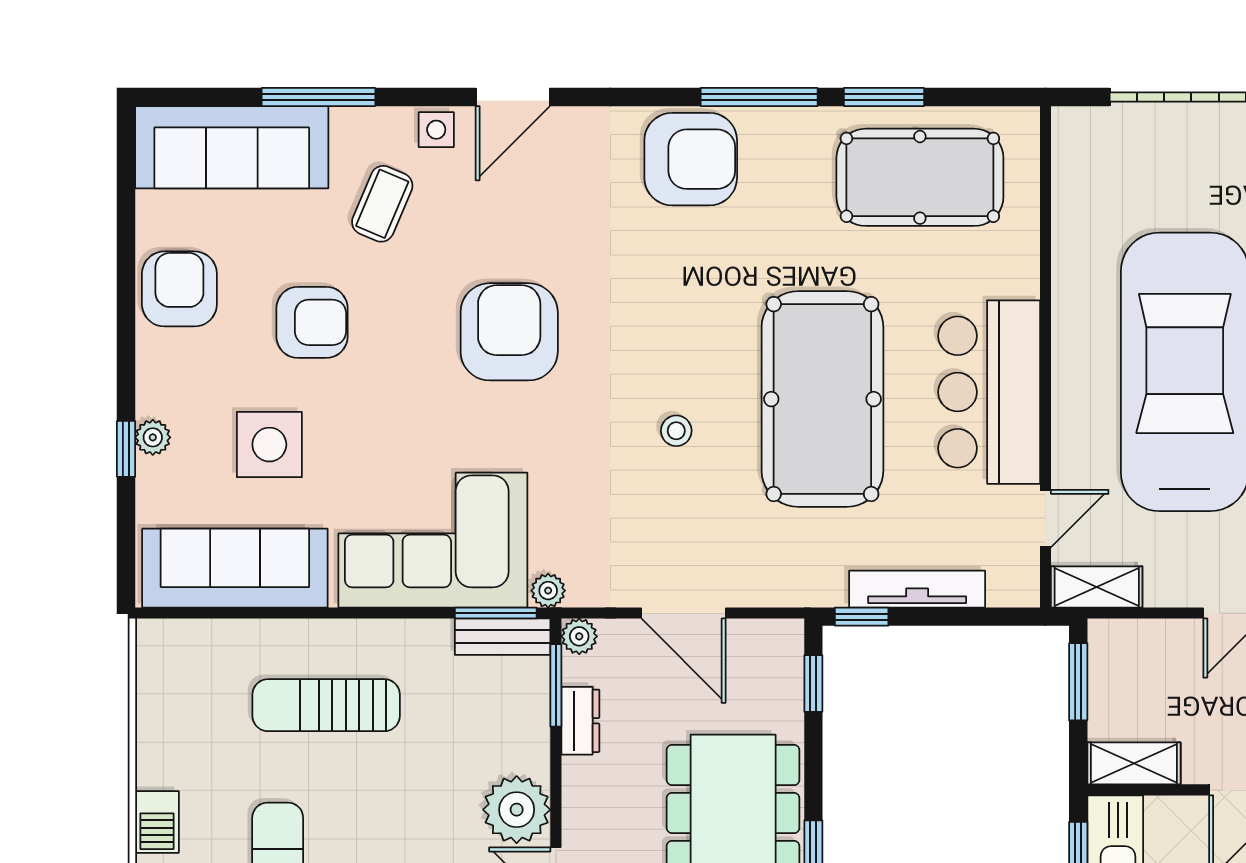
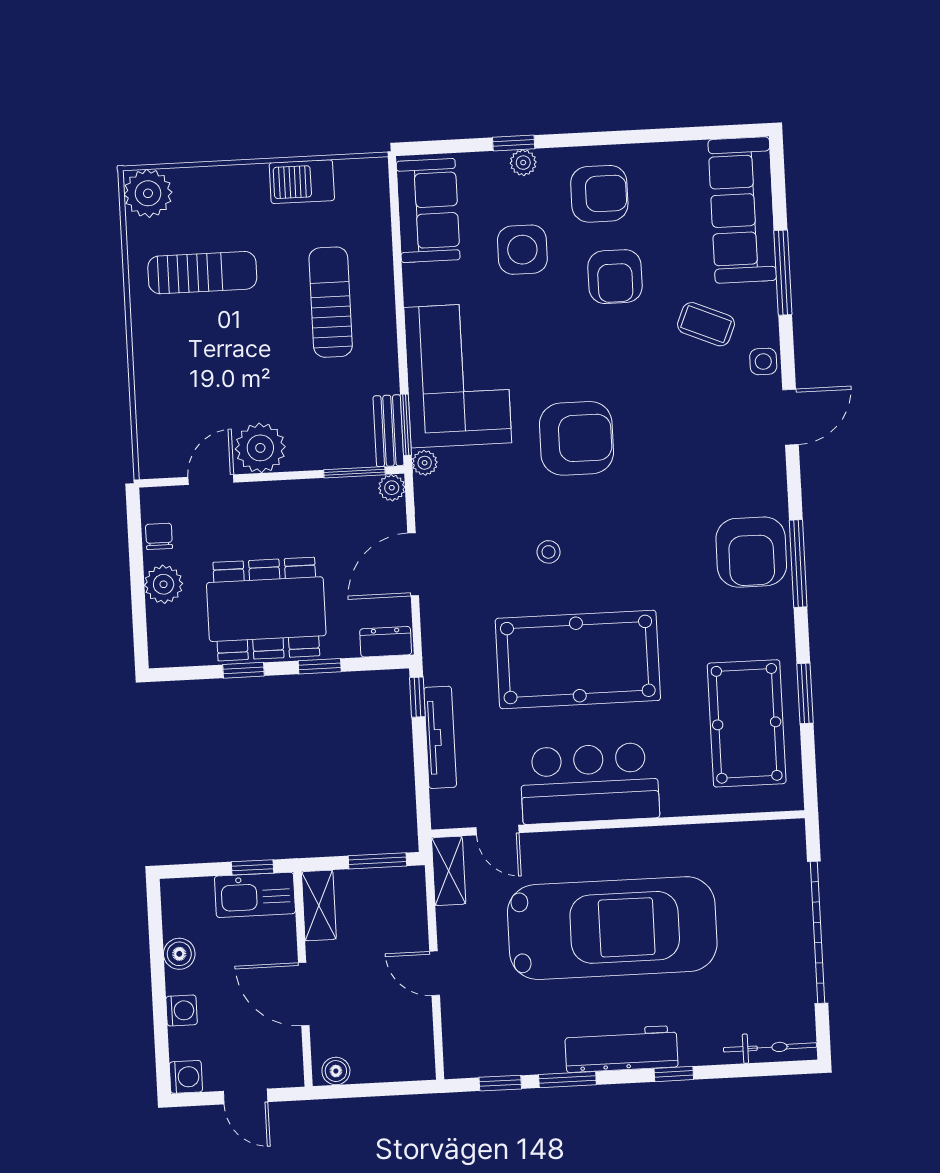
door: (513, 97) -> (791, 417), swing flipped
window: (759, 97) -> (798, 564), moved
armchair: (179, 289) -> (599, 194), moved
armchair: (509, 332) -> (576, 438), moved
sofa: (235, 568) -> (428, 211), width x0.73
window: (813, 683) -> (320, 666), moved
dresser: (580, 721) -> (386, 642), moved, turned 180
barbecue: (157, 822) -> (302, 182), moved, width x1.38, depth x1.27

